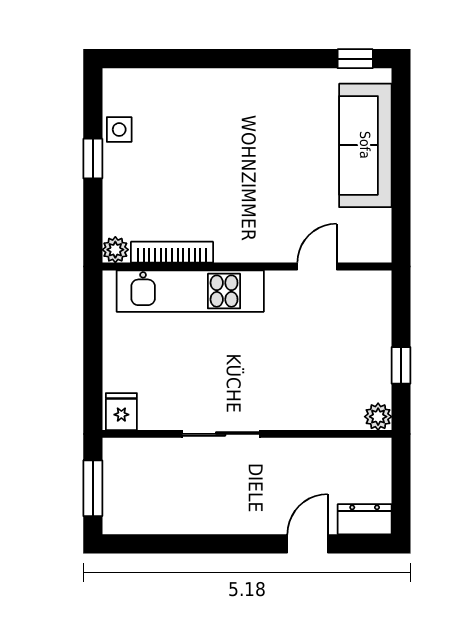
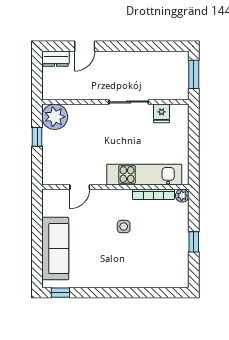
side table: (119, 130) -> (124, 227), moved
fridge: (121, 412) -> (162, 113), moved
plant: (378, 417) -> (55, 117), width x1.87, depth x1.87

